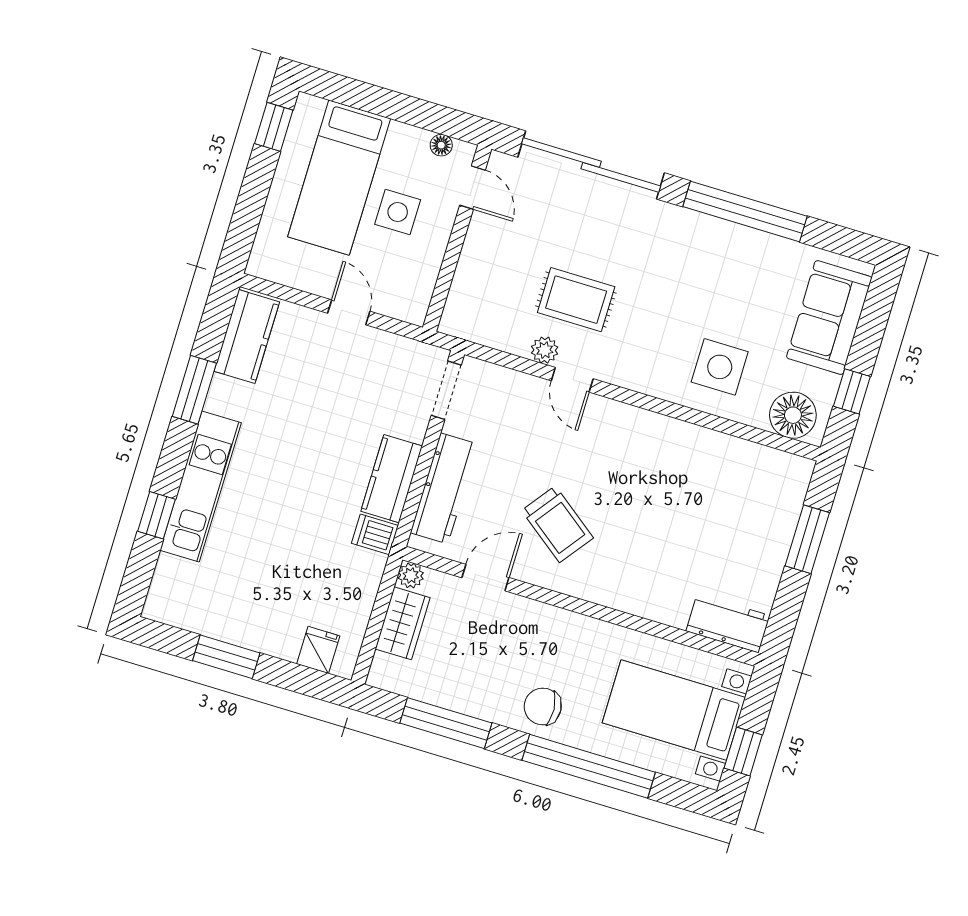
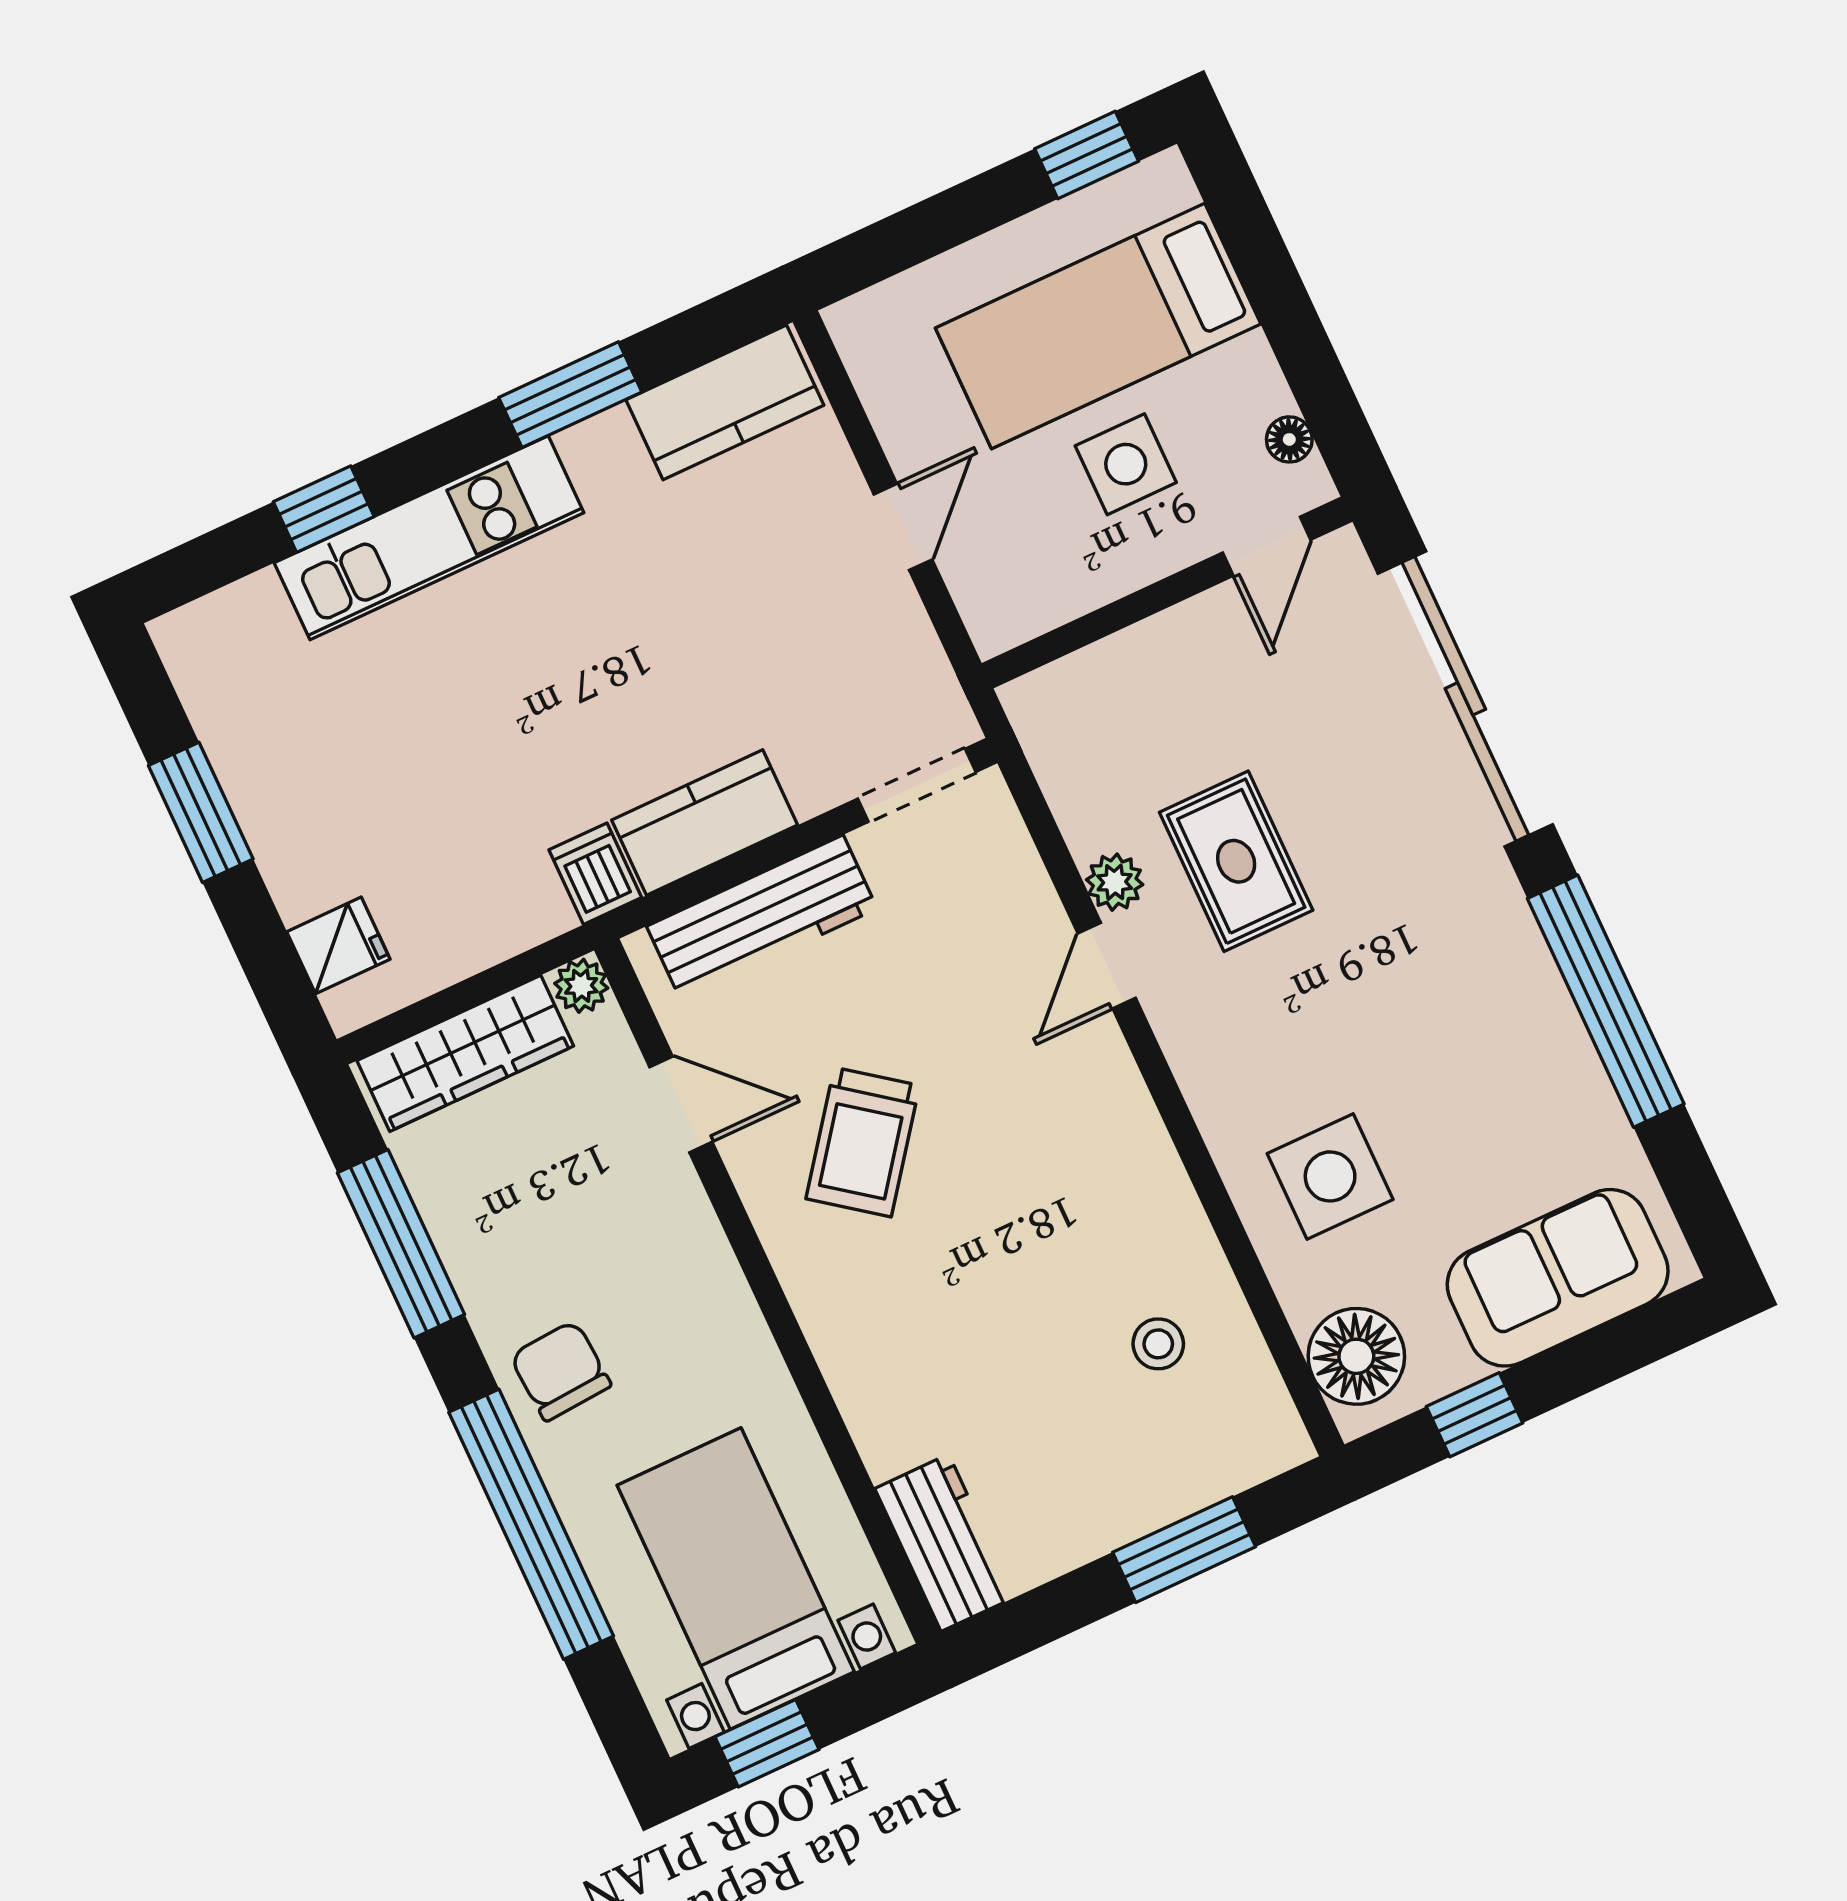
stool: (725, 483) -> (1158, 1344), added
wardrobe: (403, 623) -> (465, 1053), width x1.50

